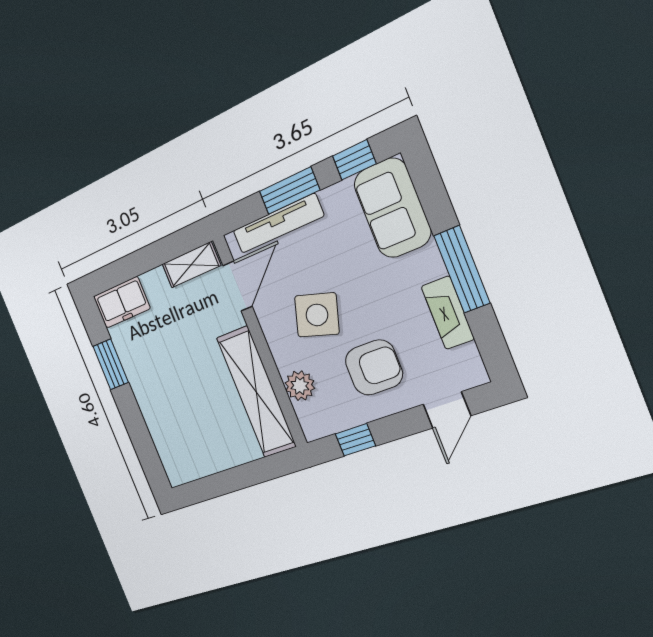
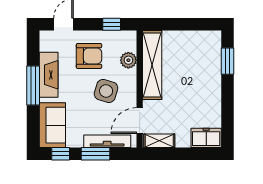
fireplace: (448, 313) -> (49, 75), width x1.37, depth x1.32
window: (111, 364) -> (228, 61), moved
armchair: (374, 368) -> (89, 56), turned 180

